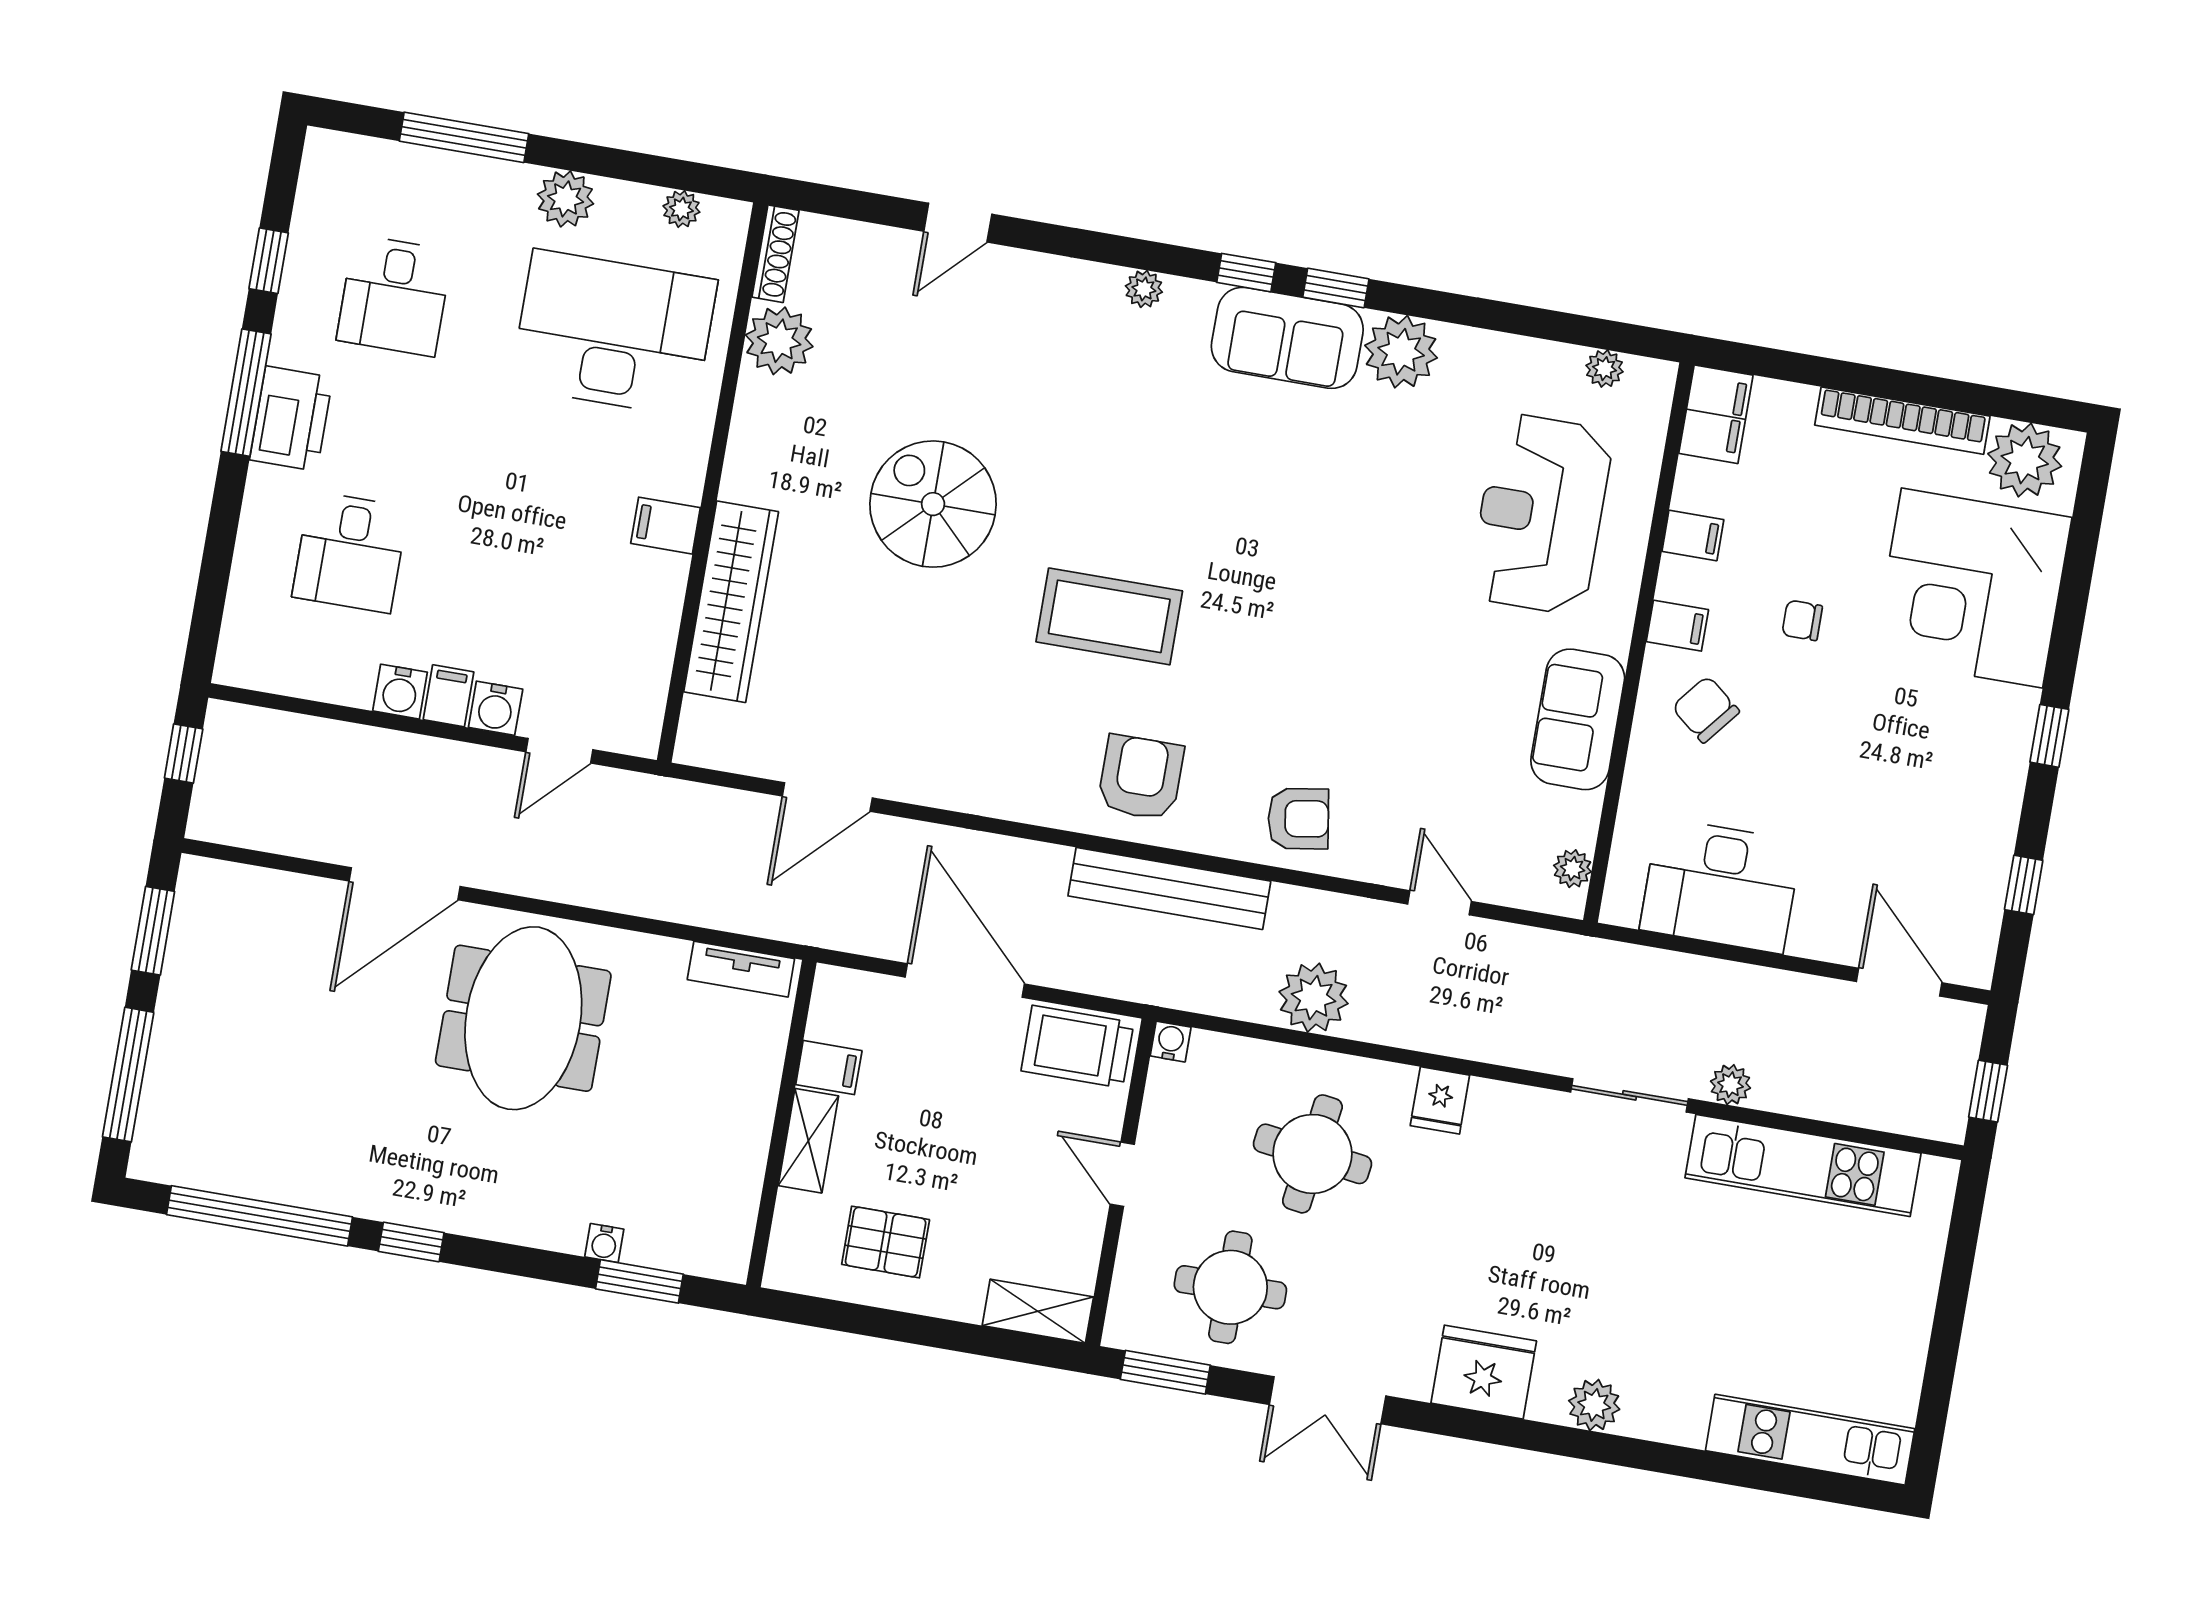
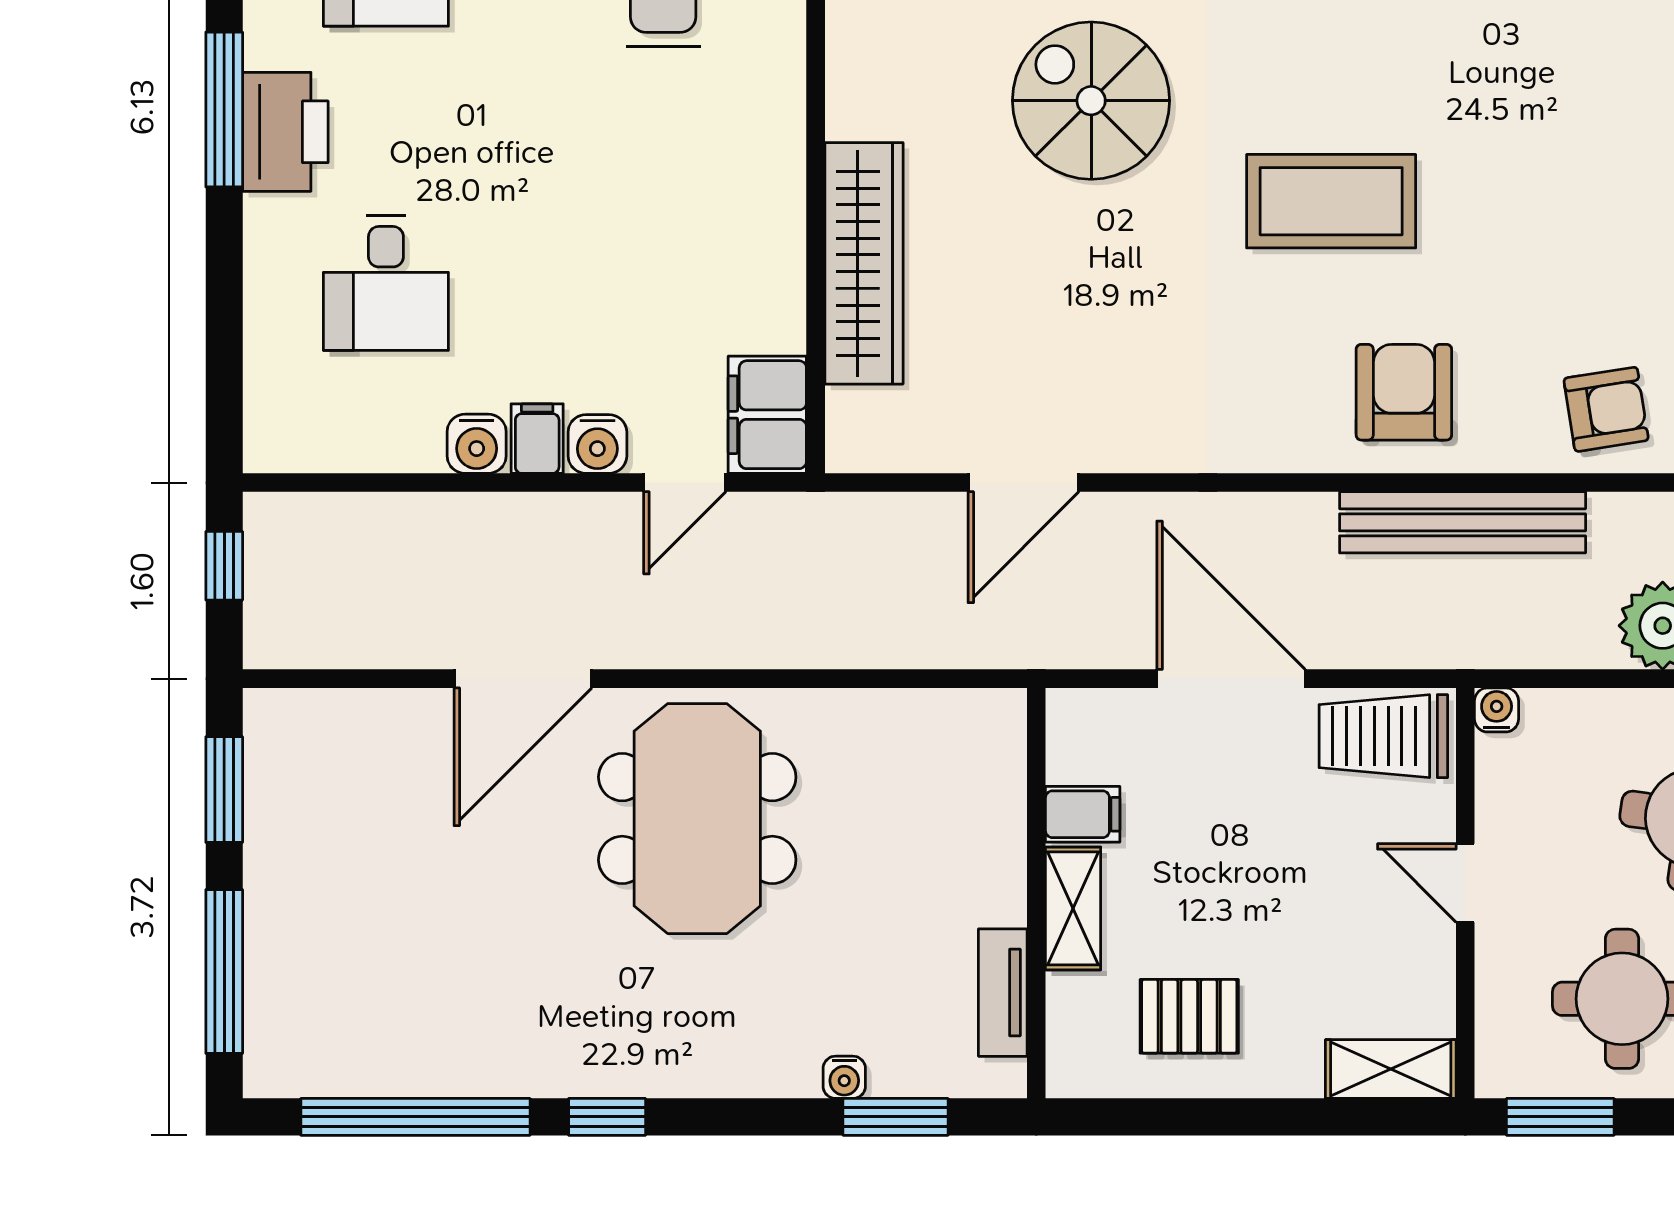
filing cabinet: (666, 526) -> (767, 415), moved, width x2.00
tv unit: (741, 969) -> (1003, 993), moved, turned 90

